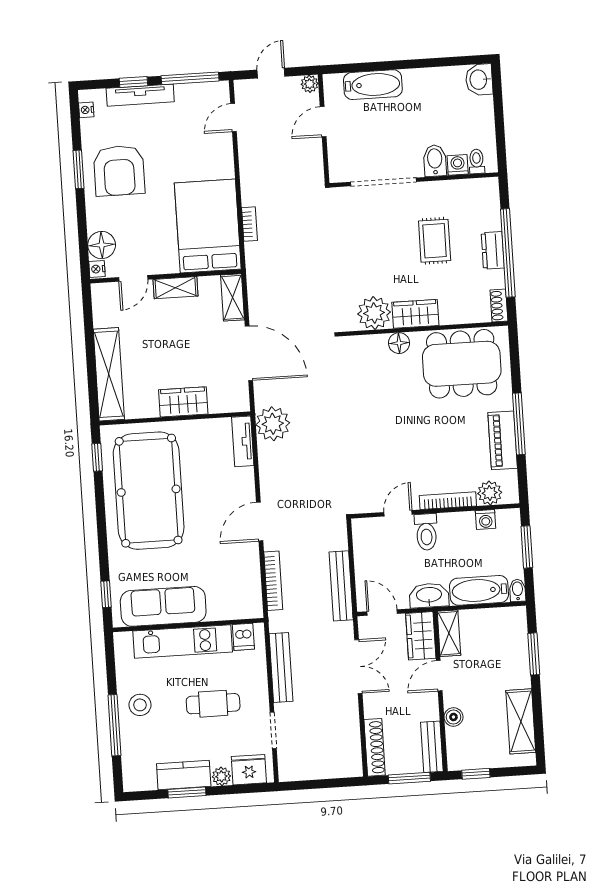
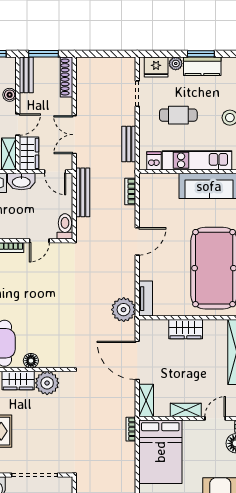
bookcase: (249, 224) -> (131, 429), moved
toilet: (426, 532) -> (65, 226), moved
bookcase: (273, 581) -> (130, 191), width x0.64
bench: (281, 667) -> (129, 144), width x0.73

